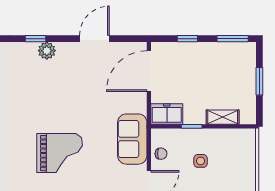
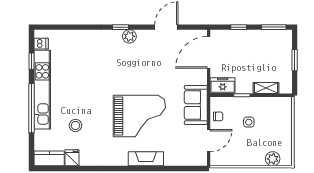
grand piano: (60, 153) -> (139, 116), width x1.37, depth x1.48

